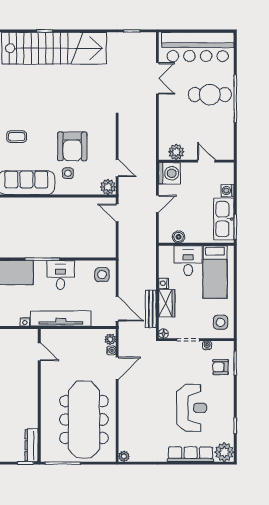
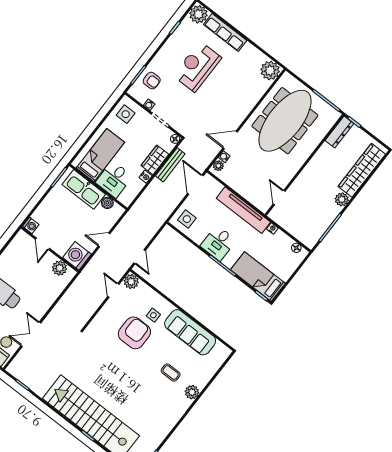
washing machine: (228, 191) -> (31, 225), moved
kitchen sink: (224, 219) -> (84, 189), moved, turned 90
plant: (124, 456) -> (270, 71), width x1.88, depth x1.88

